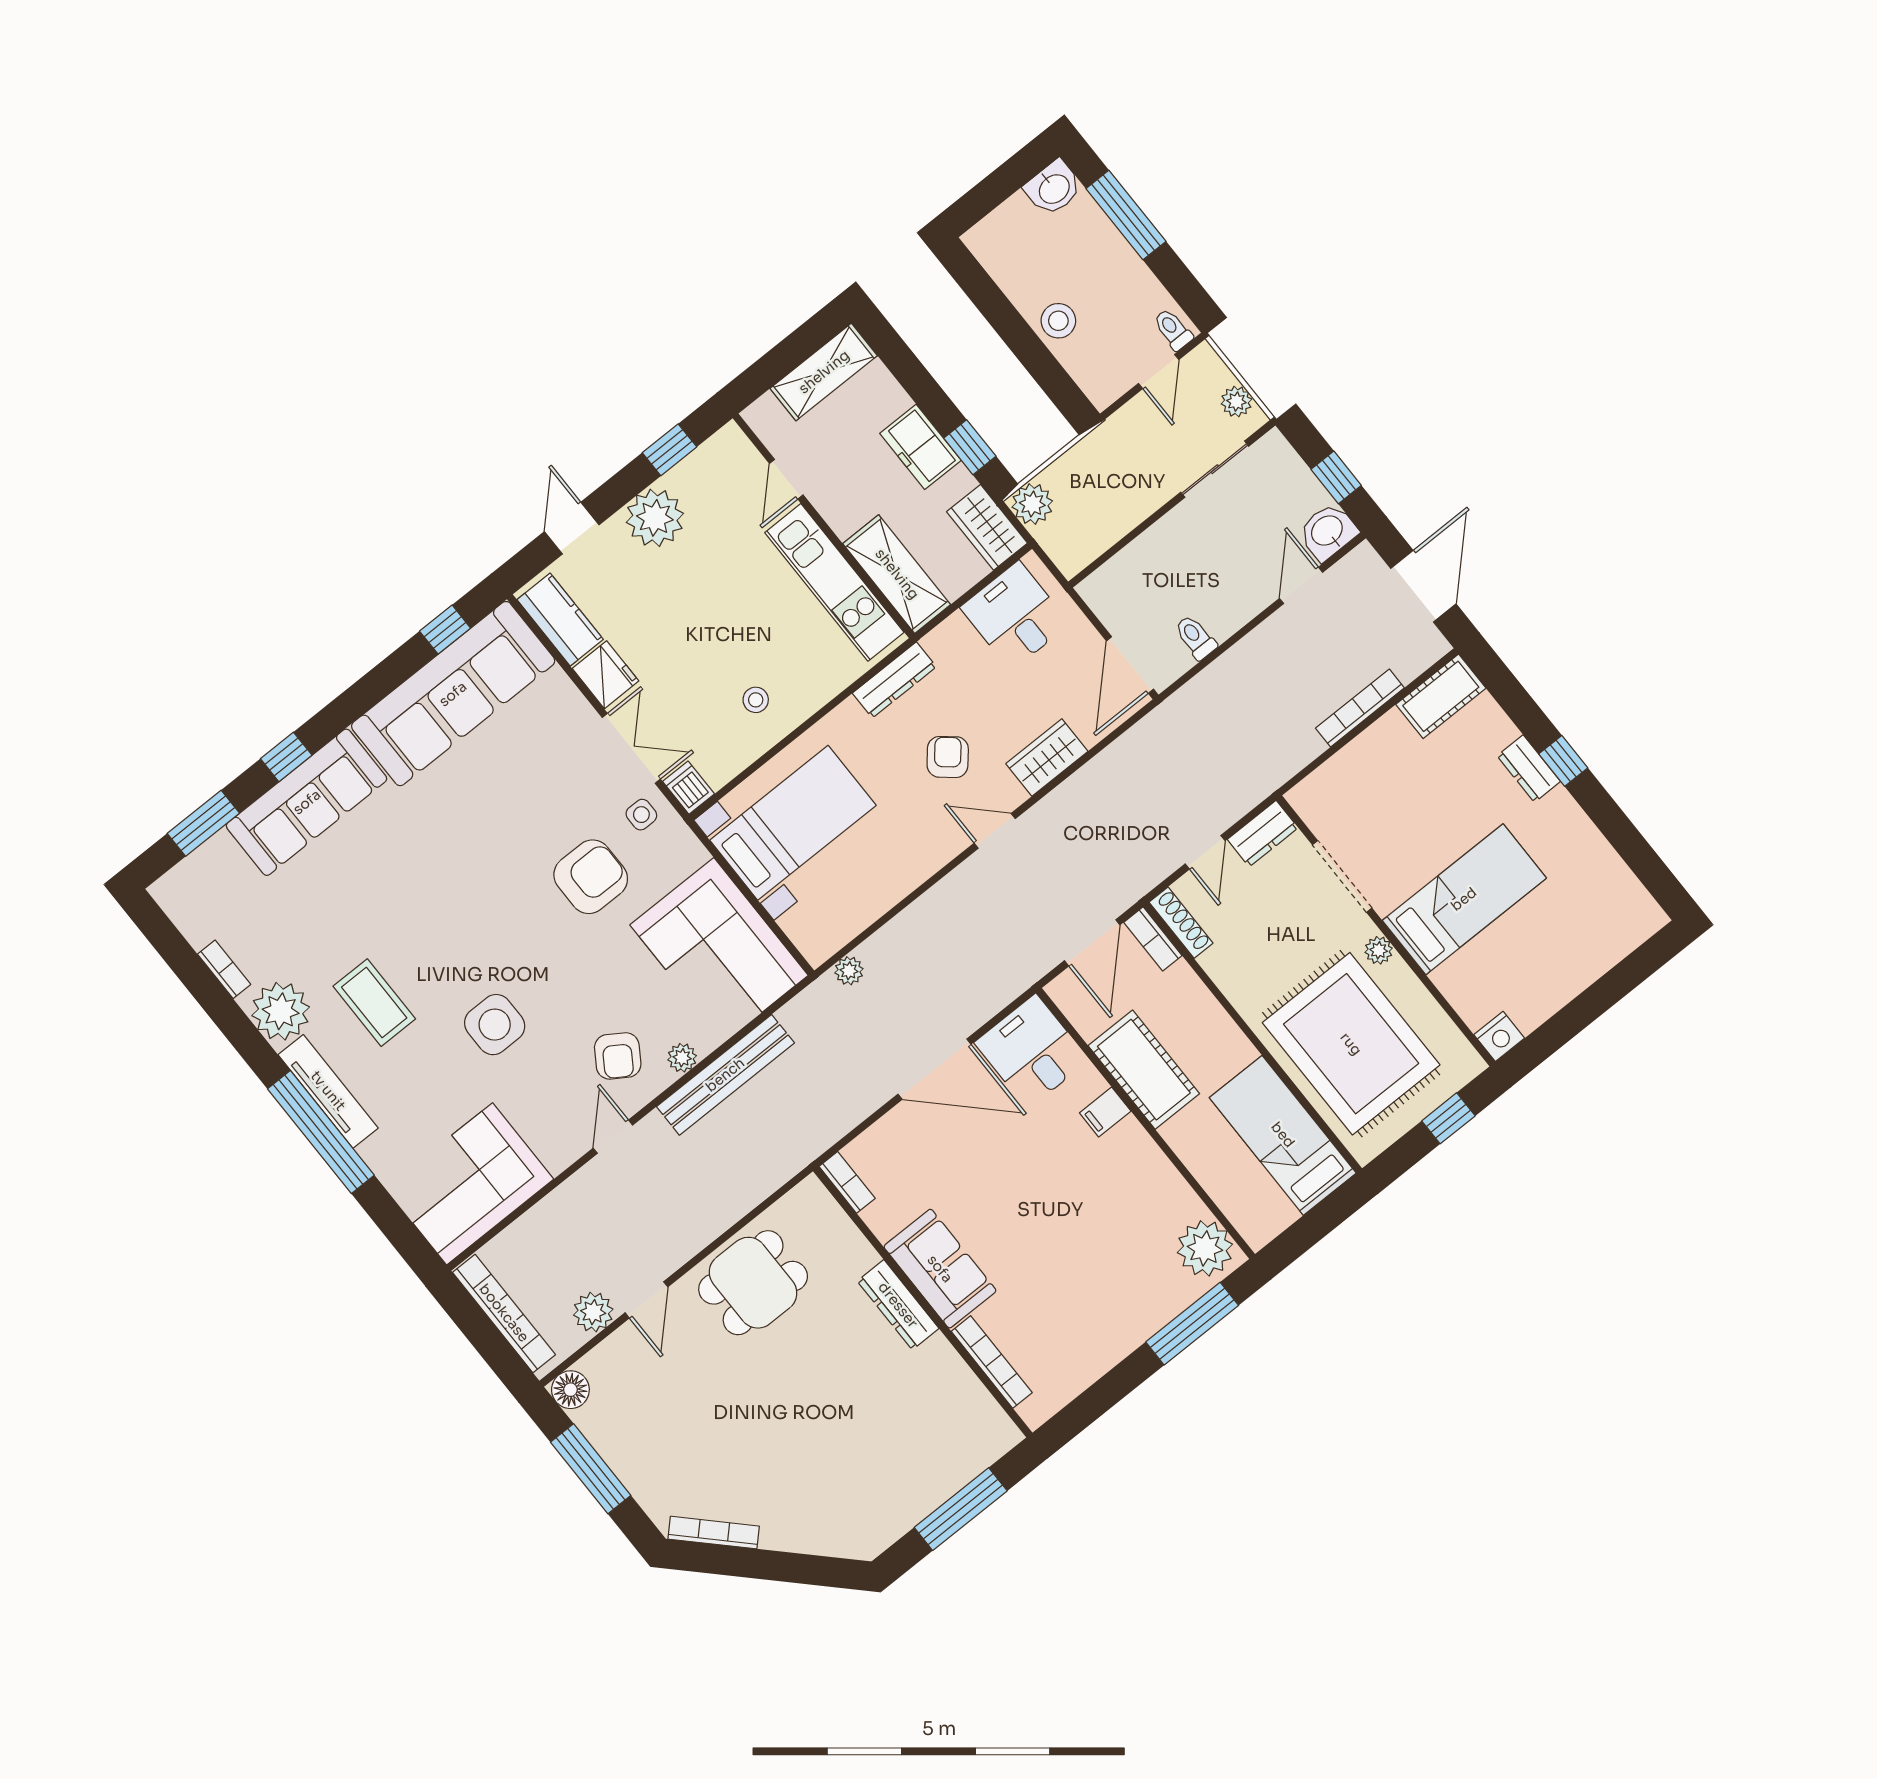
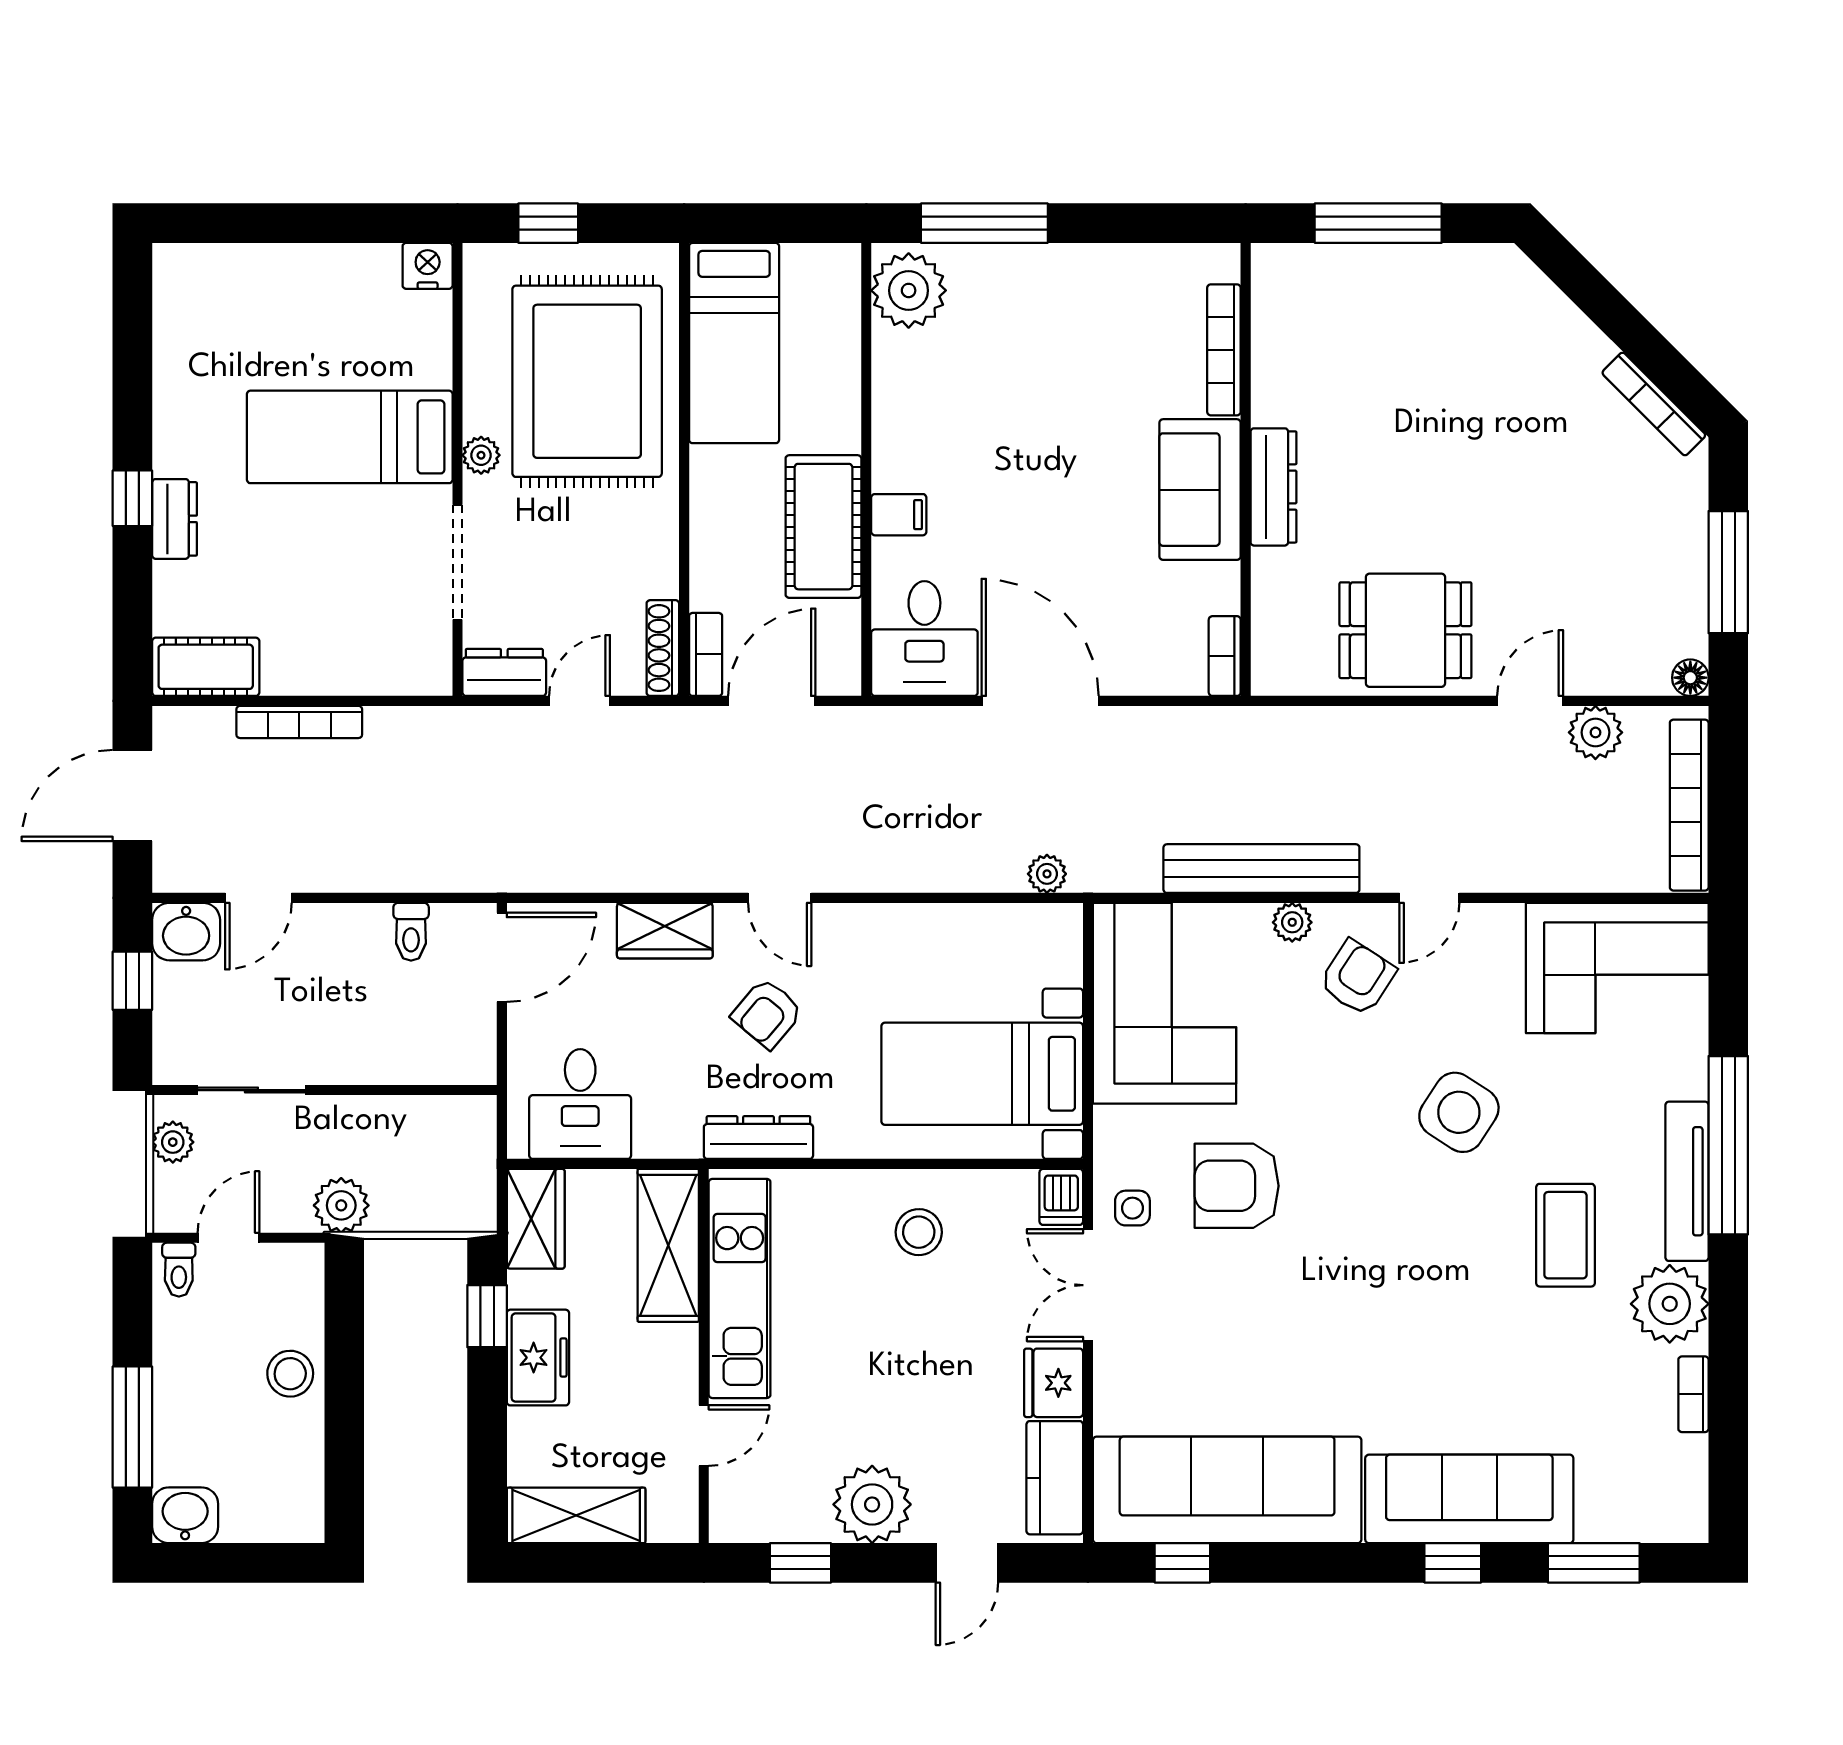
plant: (1032, 504) -> (341, 1205), moved
stool: (756, 700) -> (919, 1232), width x1.37, depth x1.37
side table: (495, 1025) -> (1459, 1112), turned 33
floor lamp: (570, 1390) -> (1690, 678), width x0.73, depth x0.73

